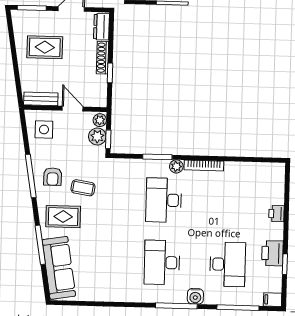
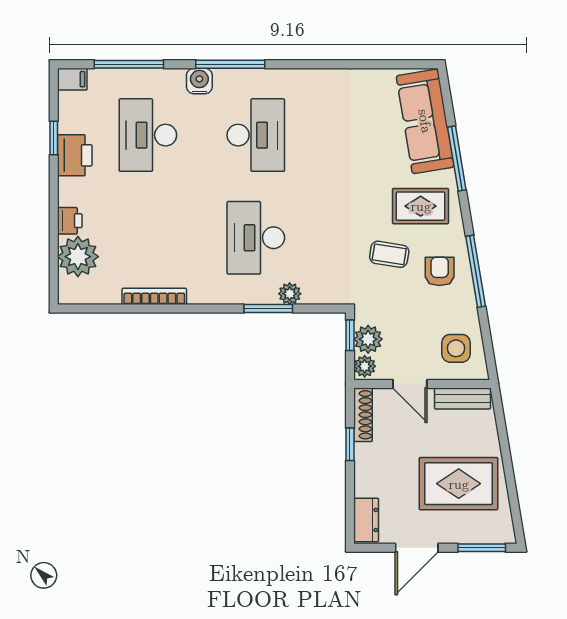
rug: (45, 47) -> (459, 484), width x1.36, depth x1.43
shoe rack: (102, 58) -> (363, 415), moved
plant: (176, 166) -> (290, 294), moved
bookcase: (204, 166) -> (154, 296), moved
plant: (272, 192) -> (78, 257), added
desk: (164, 200) -> (256, 238), turned 180

